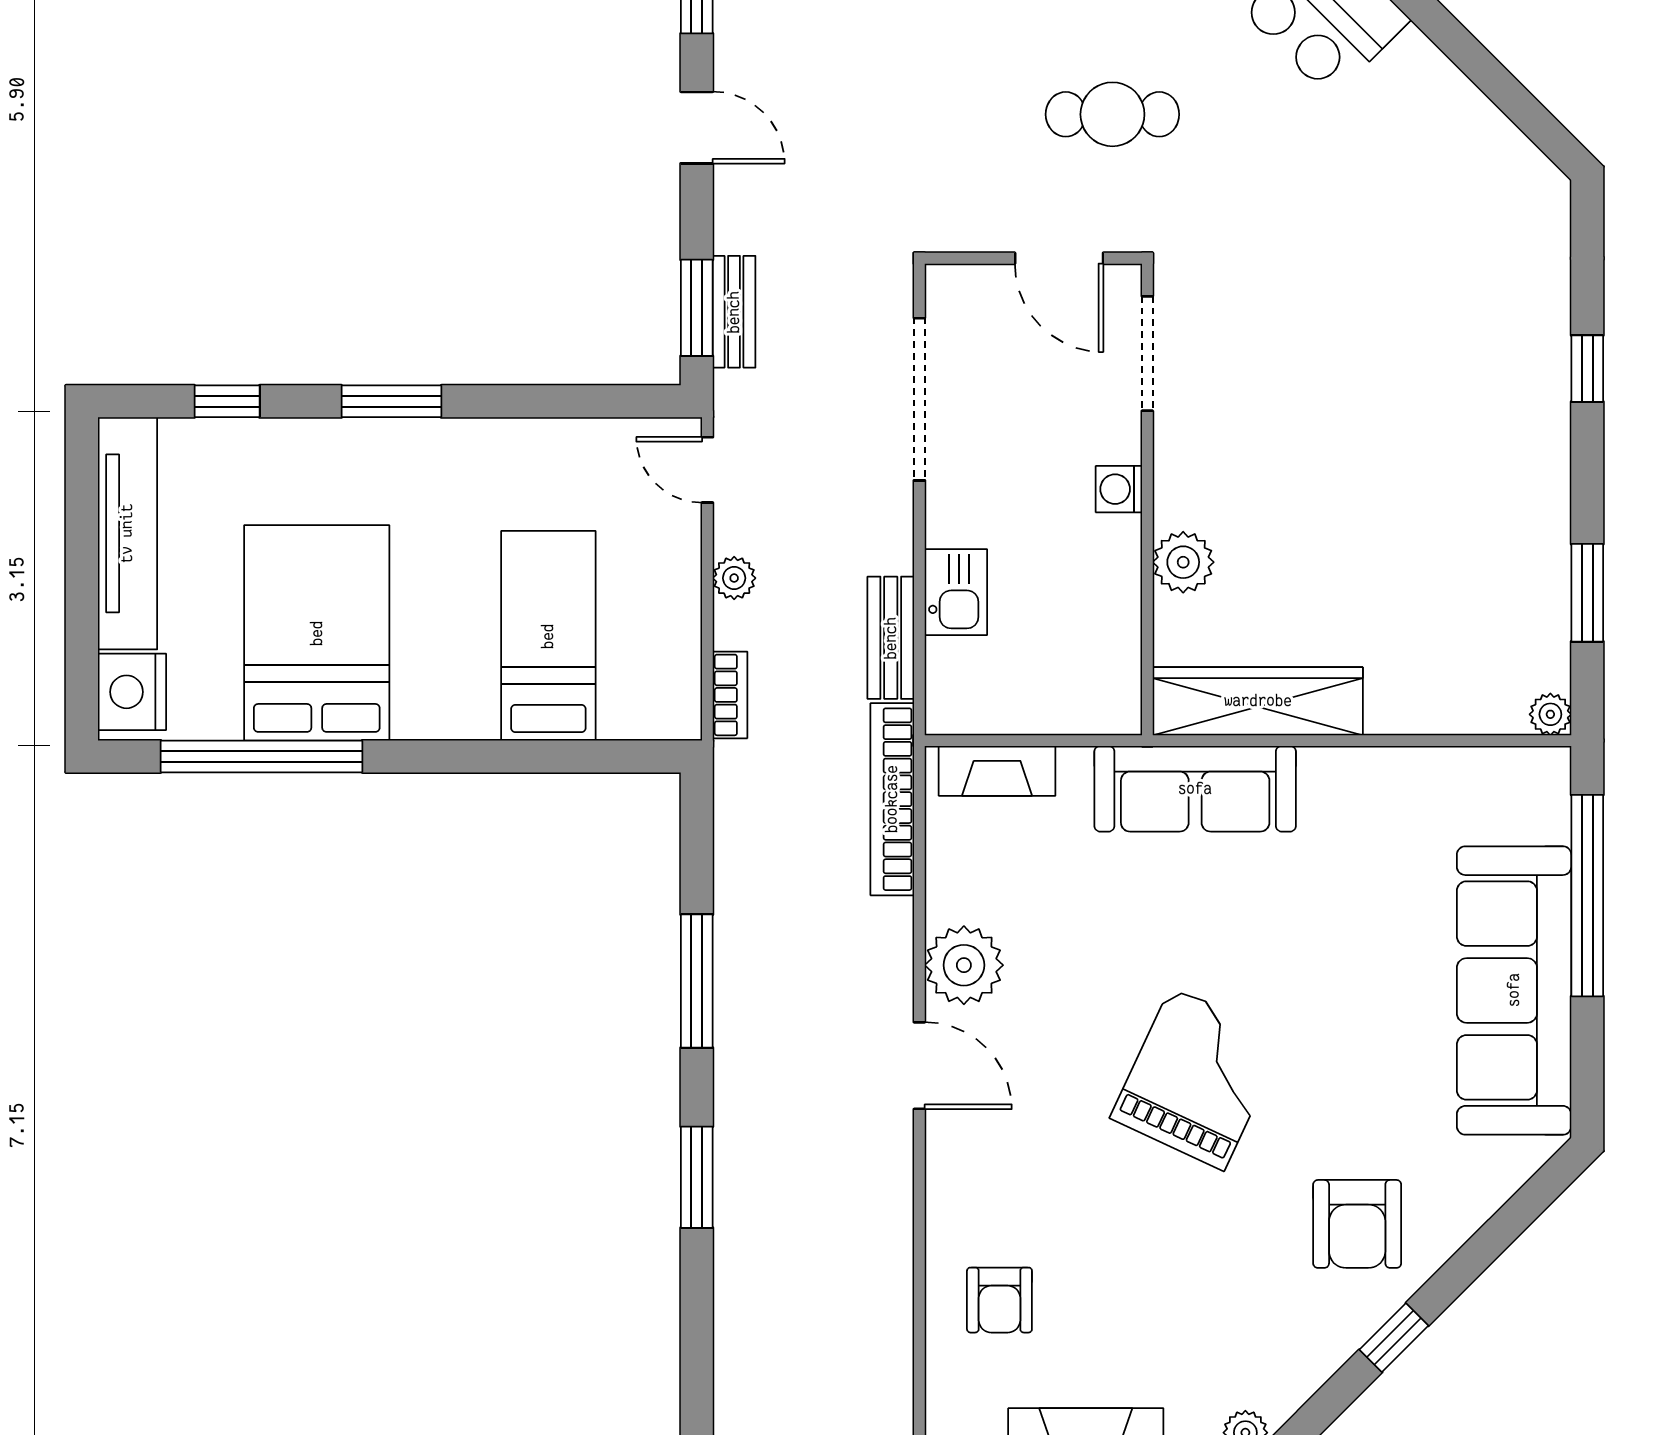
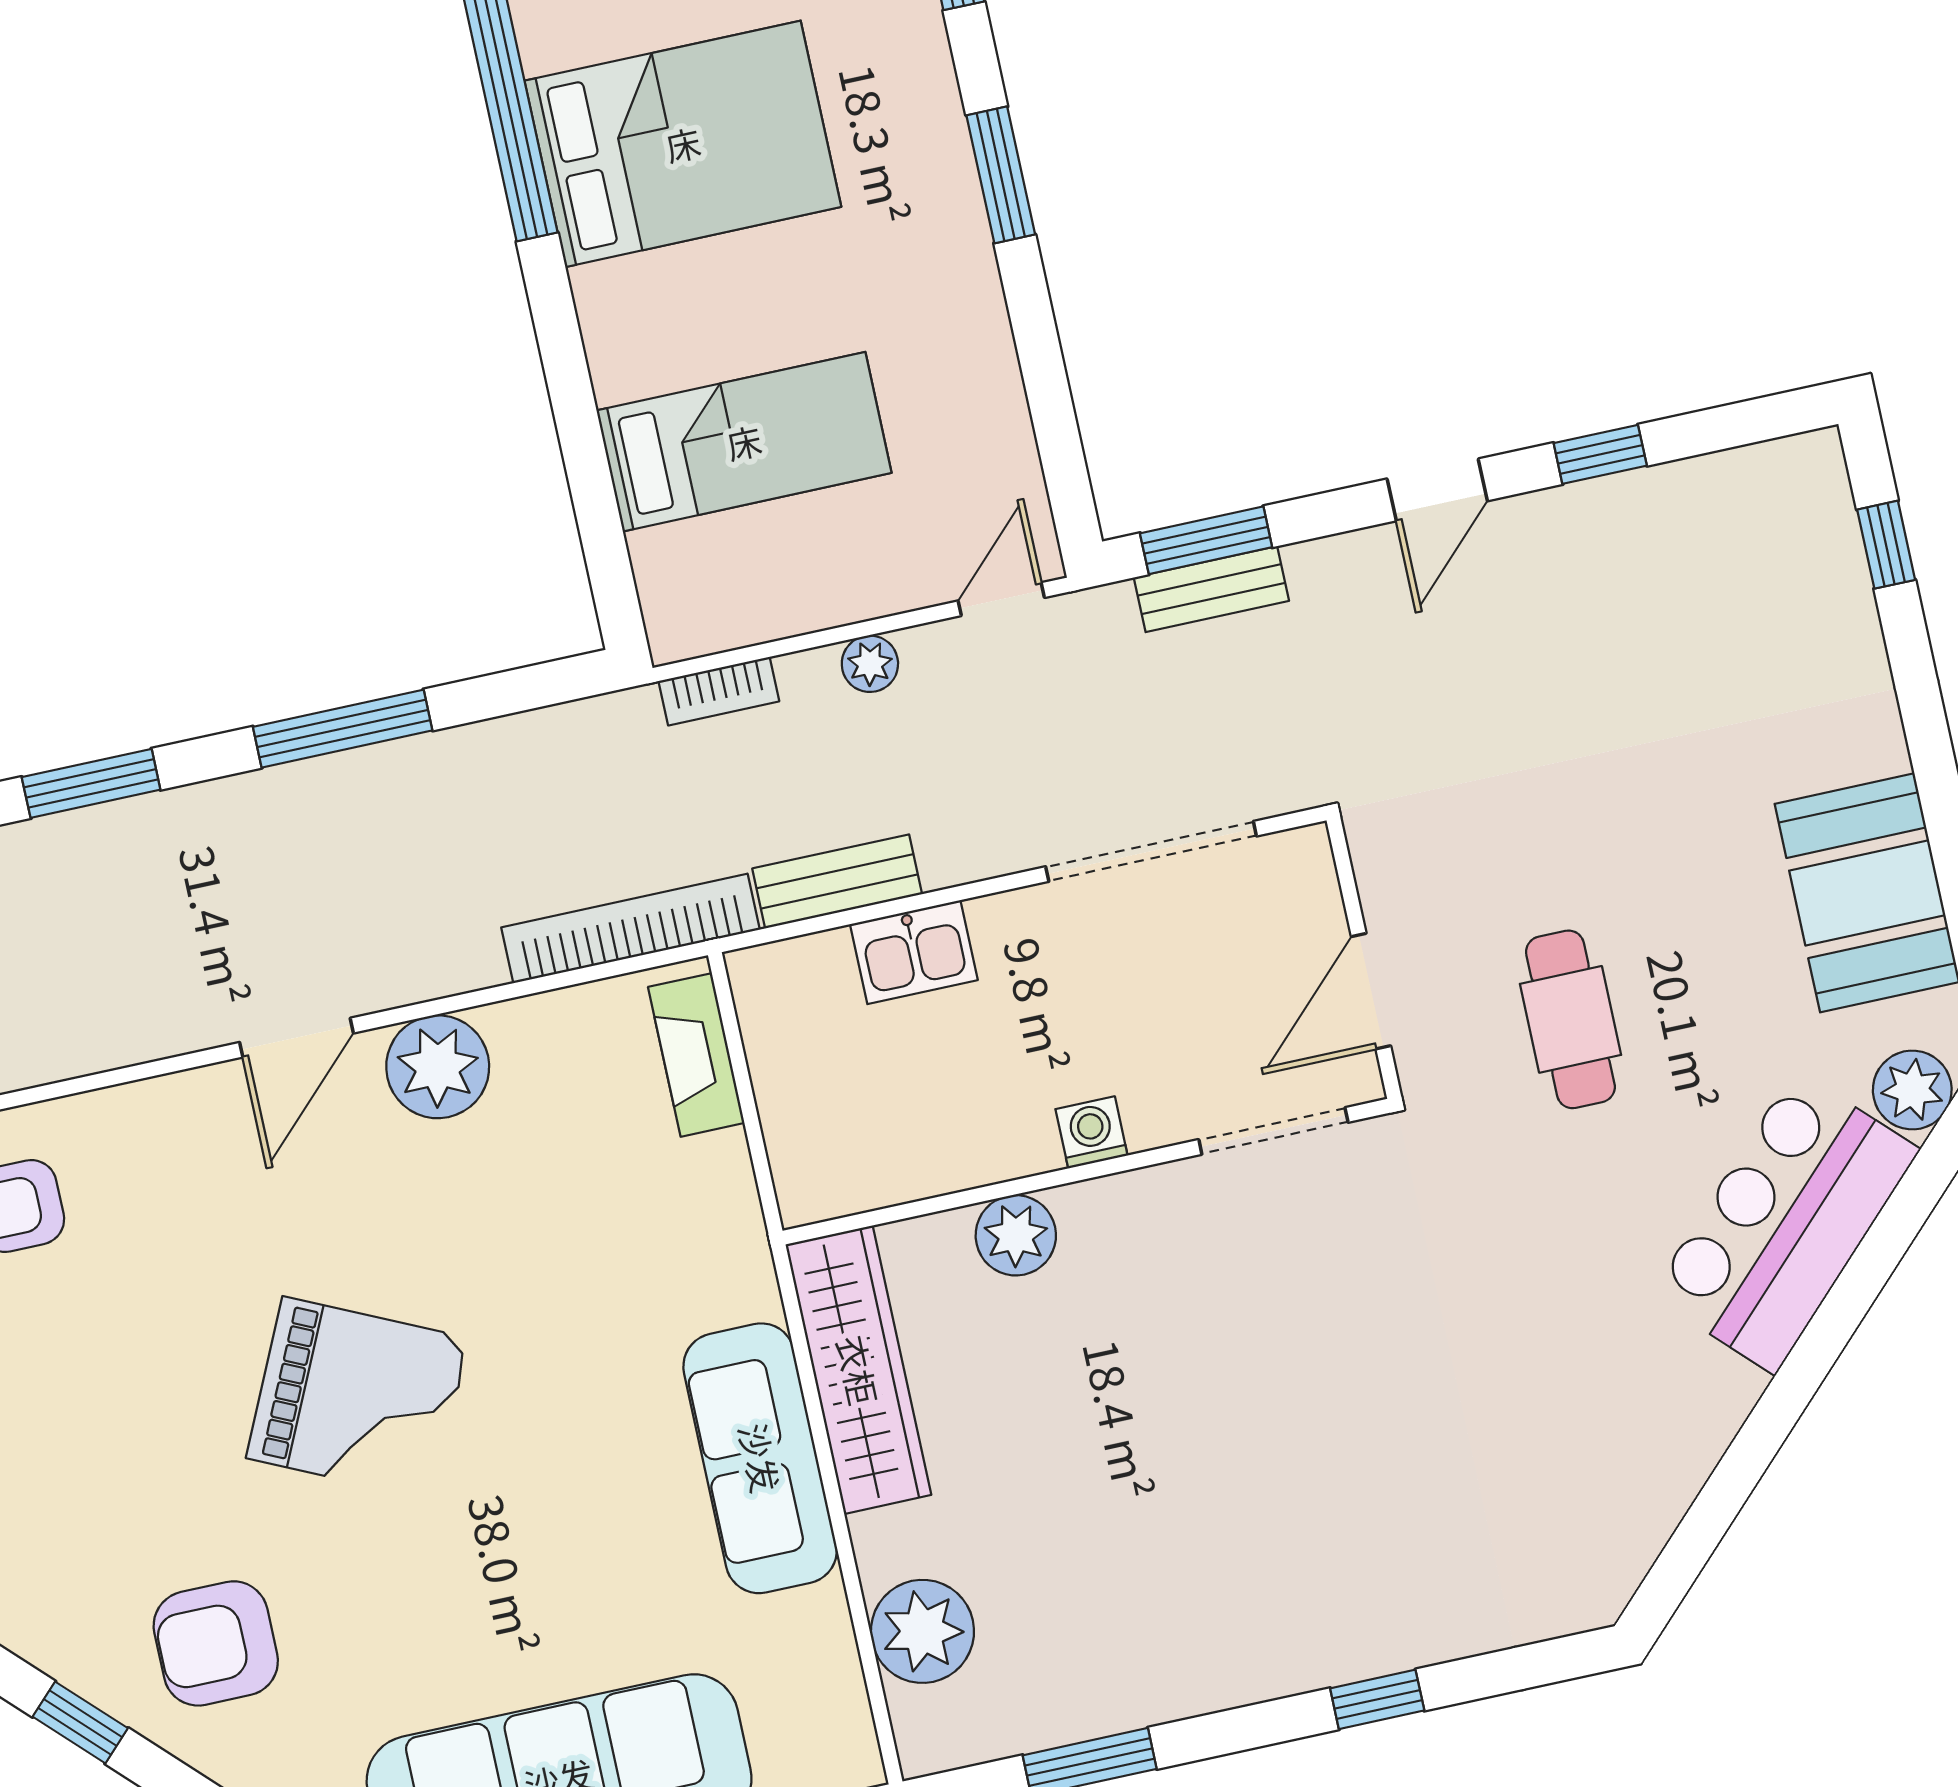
plant: (1550, 714) -> (922, 1631), moved, width x1.88, depth x1.88
sofa: (1195, 789) -> (760, 1458), moved

